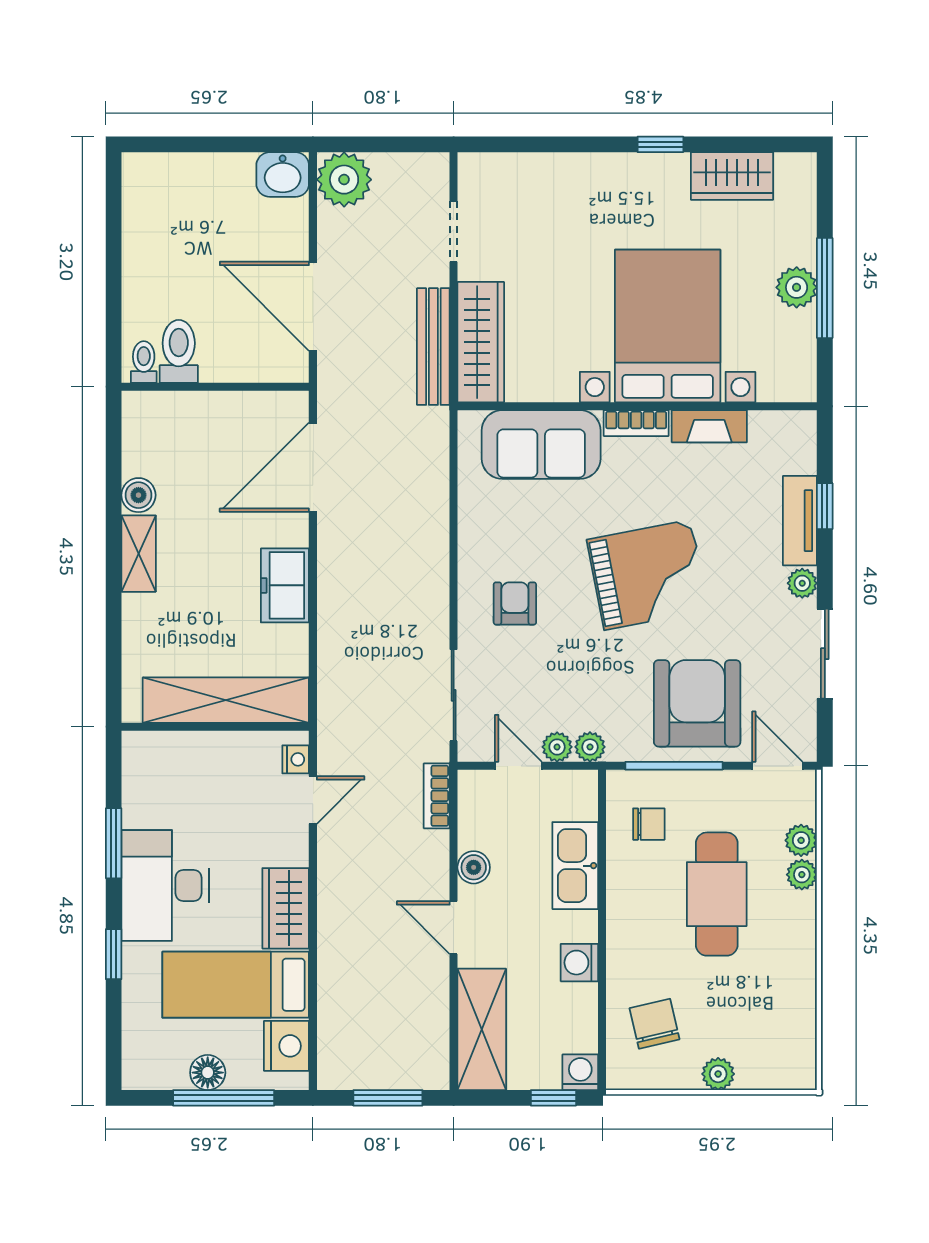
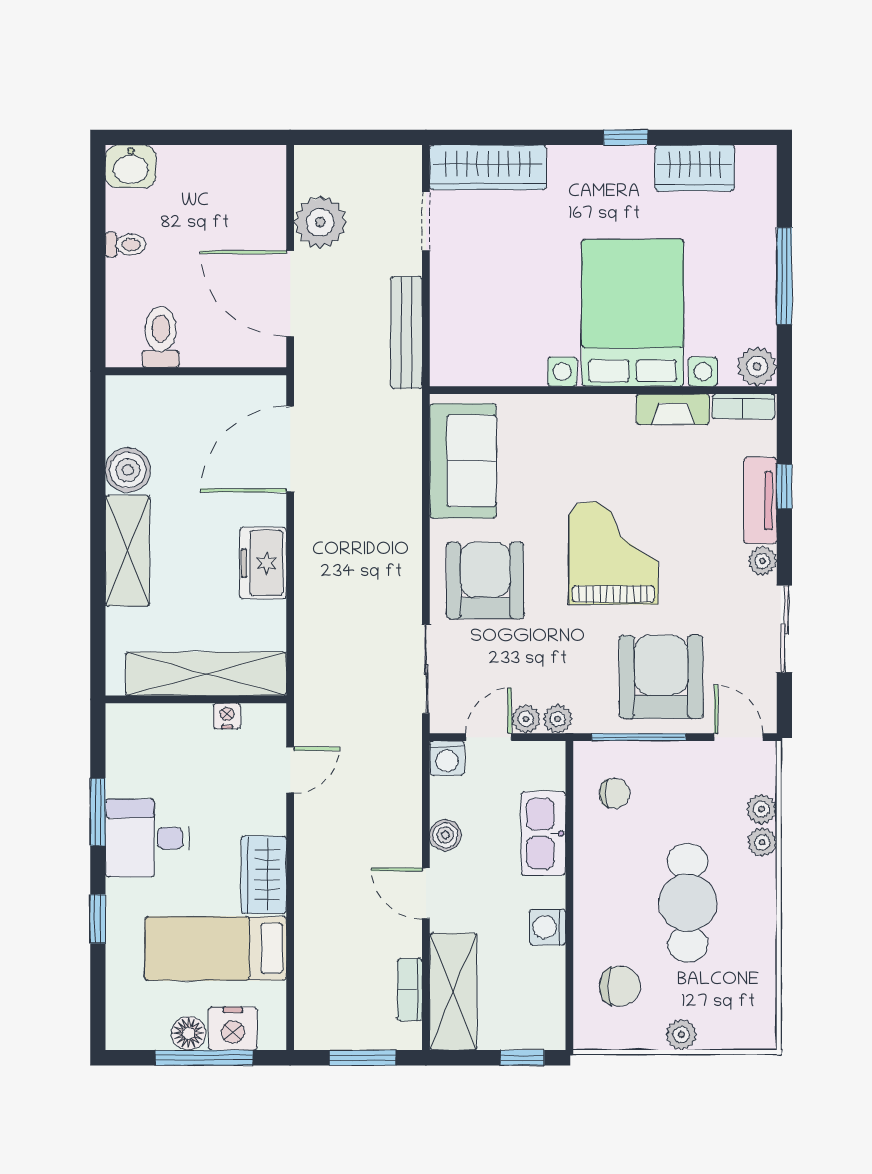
washbasin: (283, 175) -> (131, 166), moved
plant: (344, 180) -> (320, 222), moved
plant: (797, 287) -> (757, 367), moved
wardrobe: (481, 342) -> (488, 167), moved, turned 90
toilet: (144, 362) -> (125, 245), moved, turned 90
bookcase: (636, 423) -> (743, 406), moved
sofa: (541, 445) -> (463, 461), moved, turned -90
boiler: (138, 495) -> (128, 470), width x1.36, depth x1.36
shelving: (139, 554) -> (128, 551), width x1.50, depth x1.33
grand piano: (648, 575) -> (613, 553), turned -79
armchair: (515, 603) -> (485, 580), width x1.88, depth x1.88
nightstand: (296, 759) -> (227, 716), moved, turned -90
door: (518, 766) -> (489, 737), hinge flipped
bookcase: (437, 796) -> (410, 990), moved
desk: (165, 885) -> (147, 838), width x0.73
cafe table: (717, 894) -> (688, 903), moved
chair: (654, 1024) -> (620, 986), turned 103
nightstand: (286, 1046) -> (233, 1028), moved, turned 90
washing machine: (580, 1072) -> (447, 758), moved, turned 180

